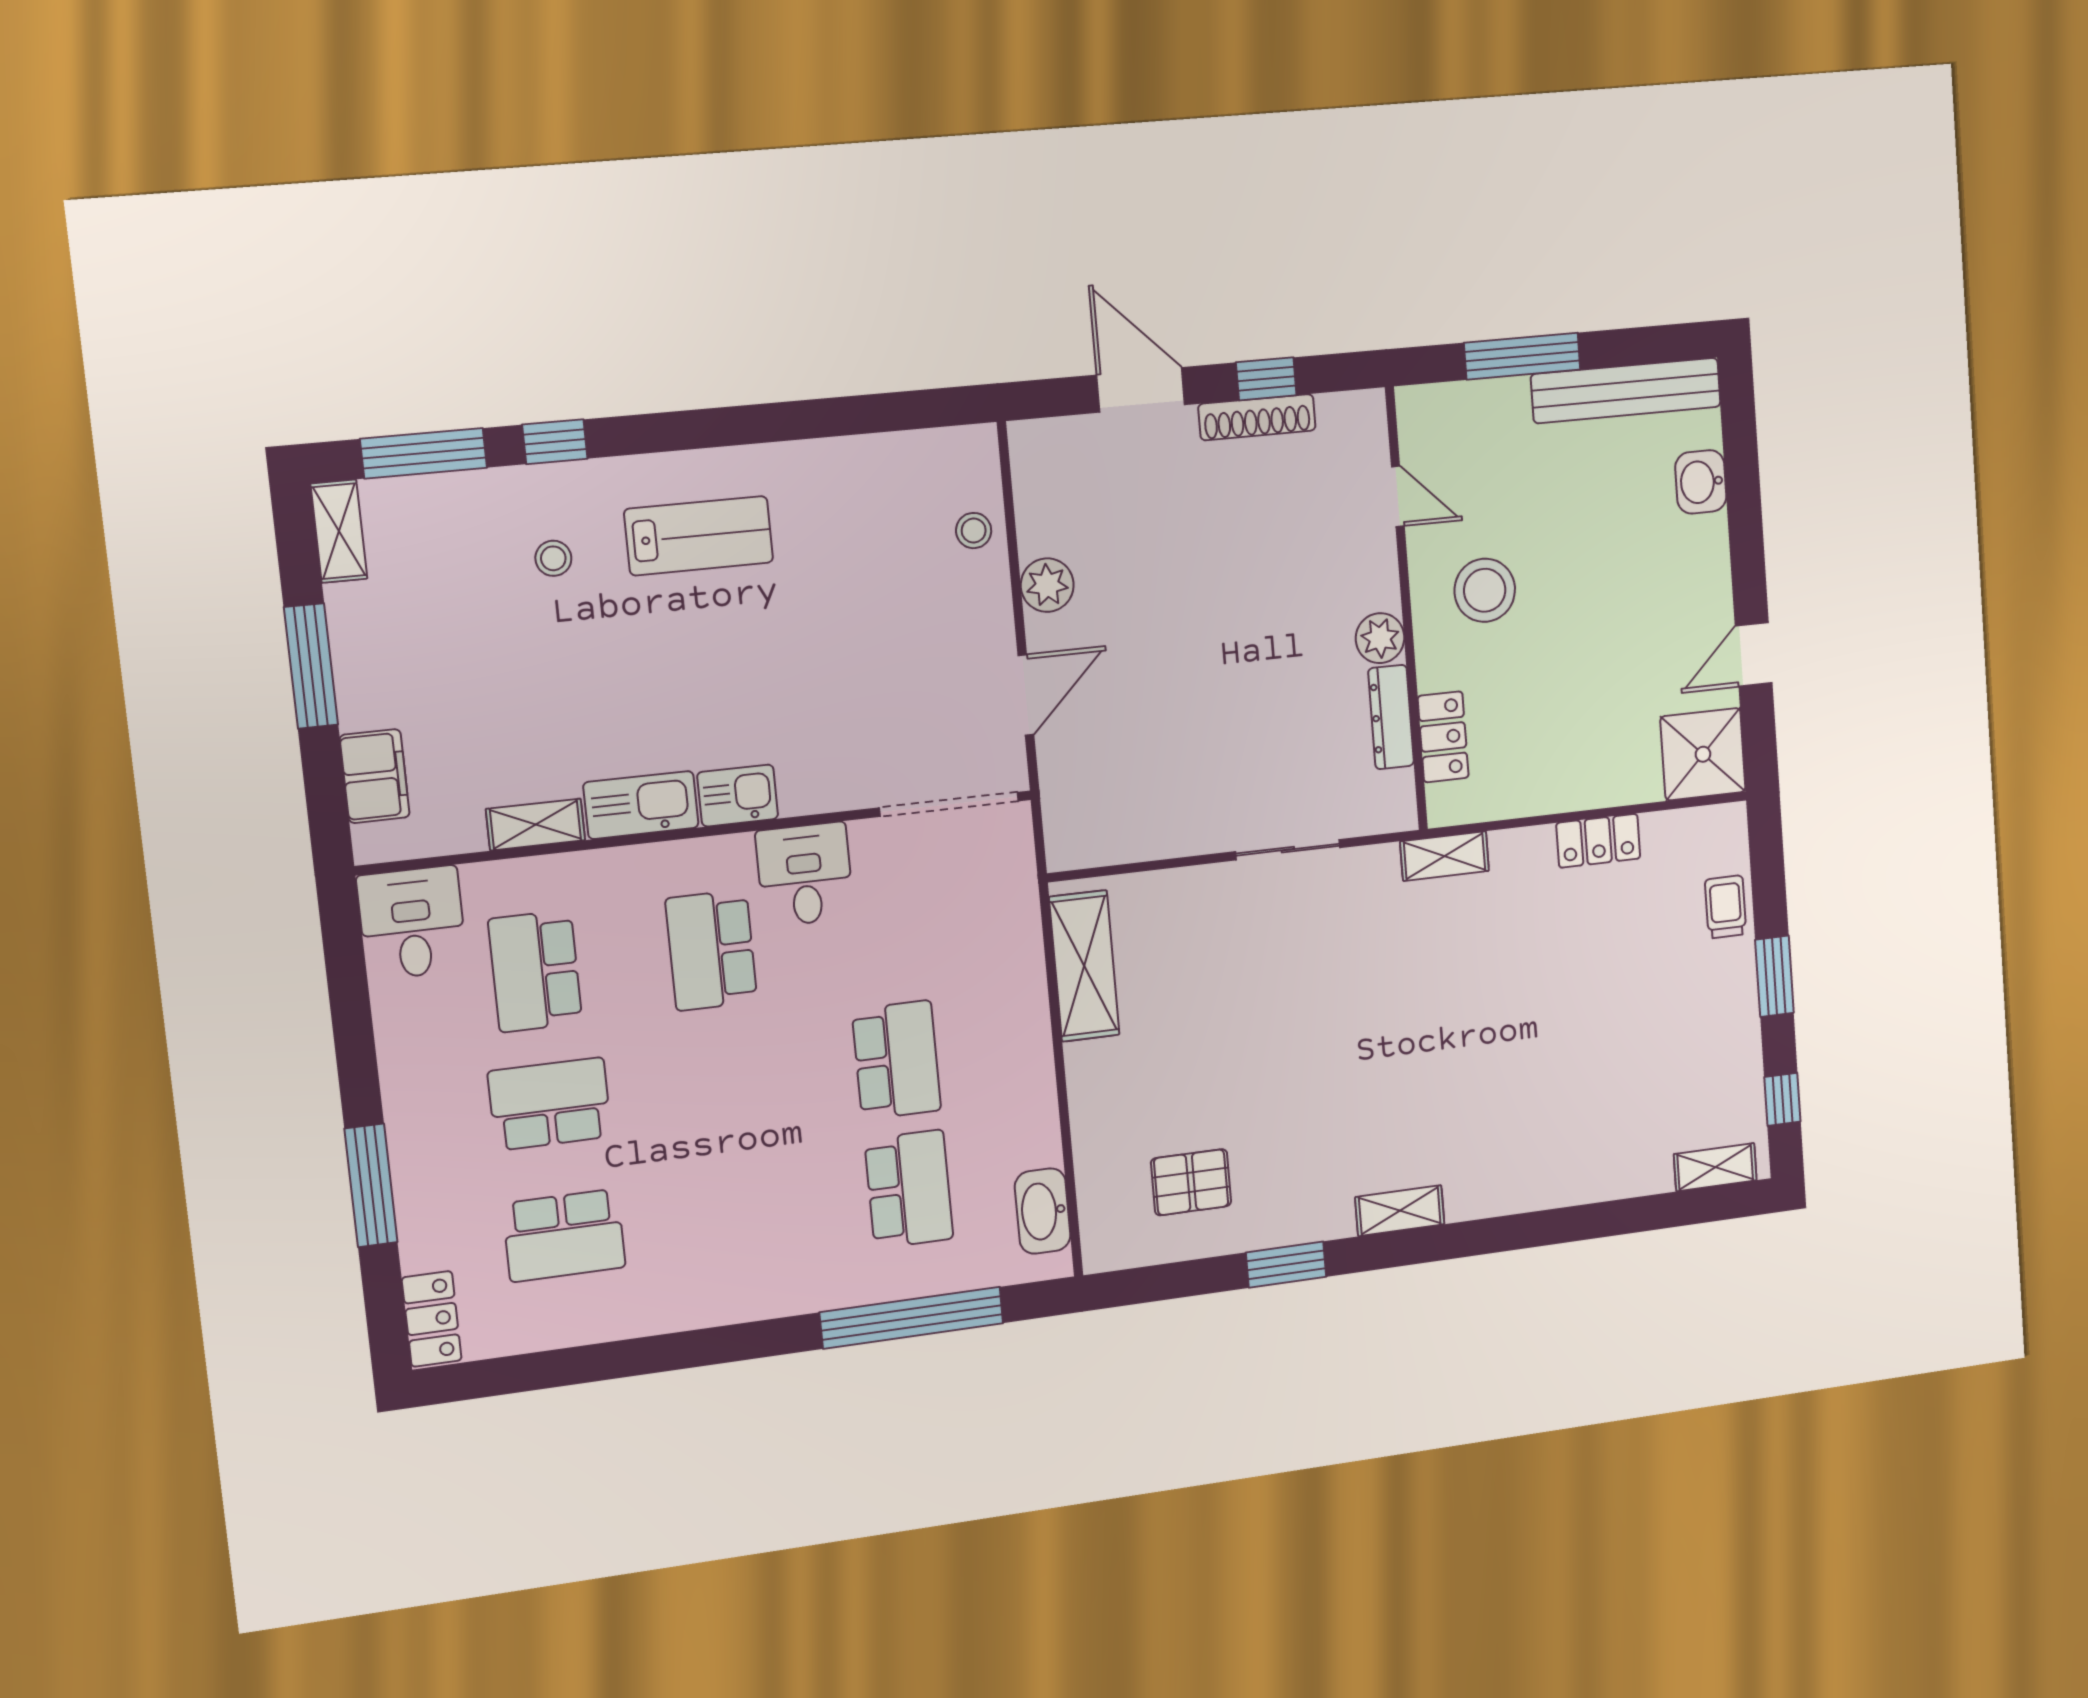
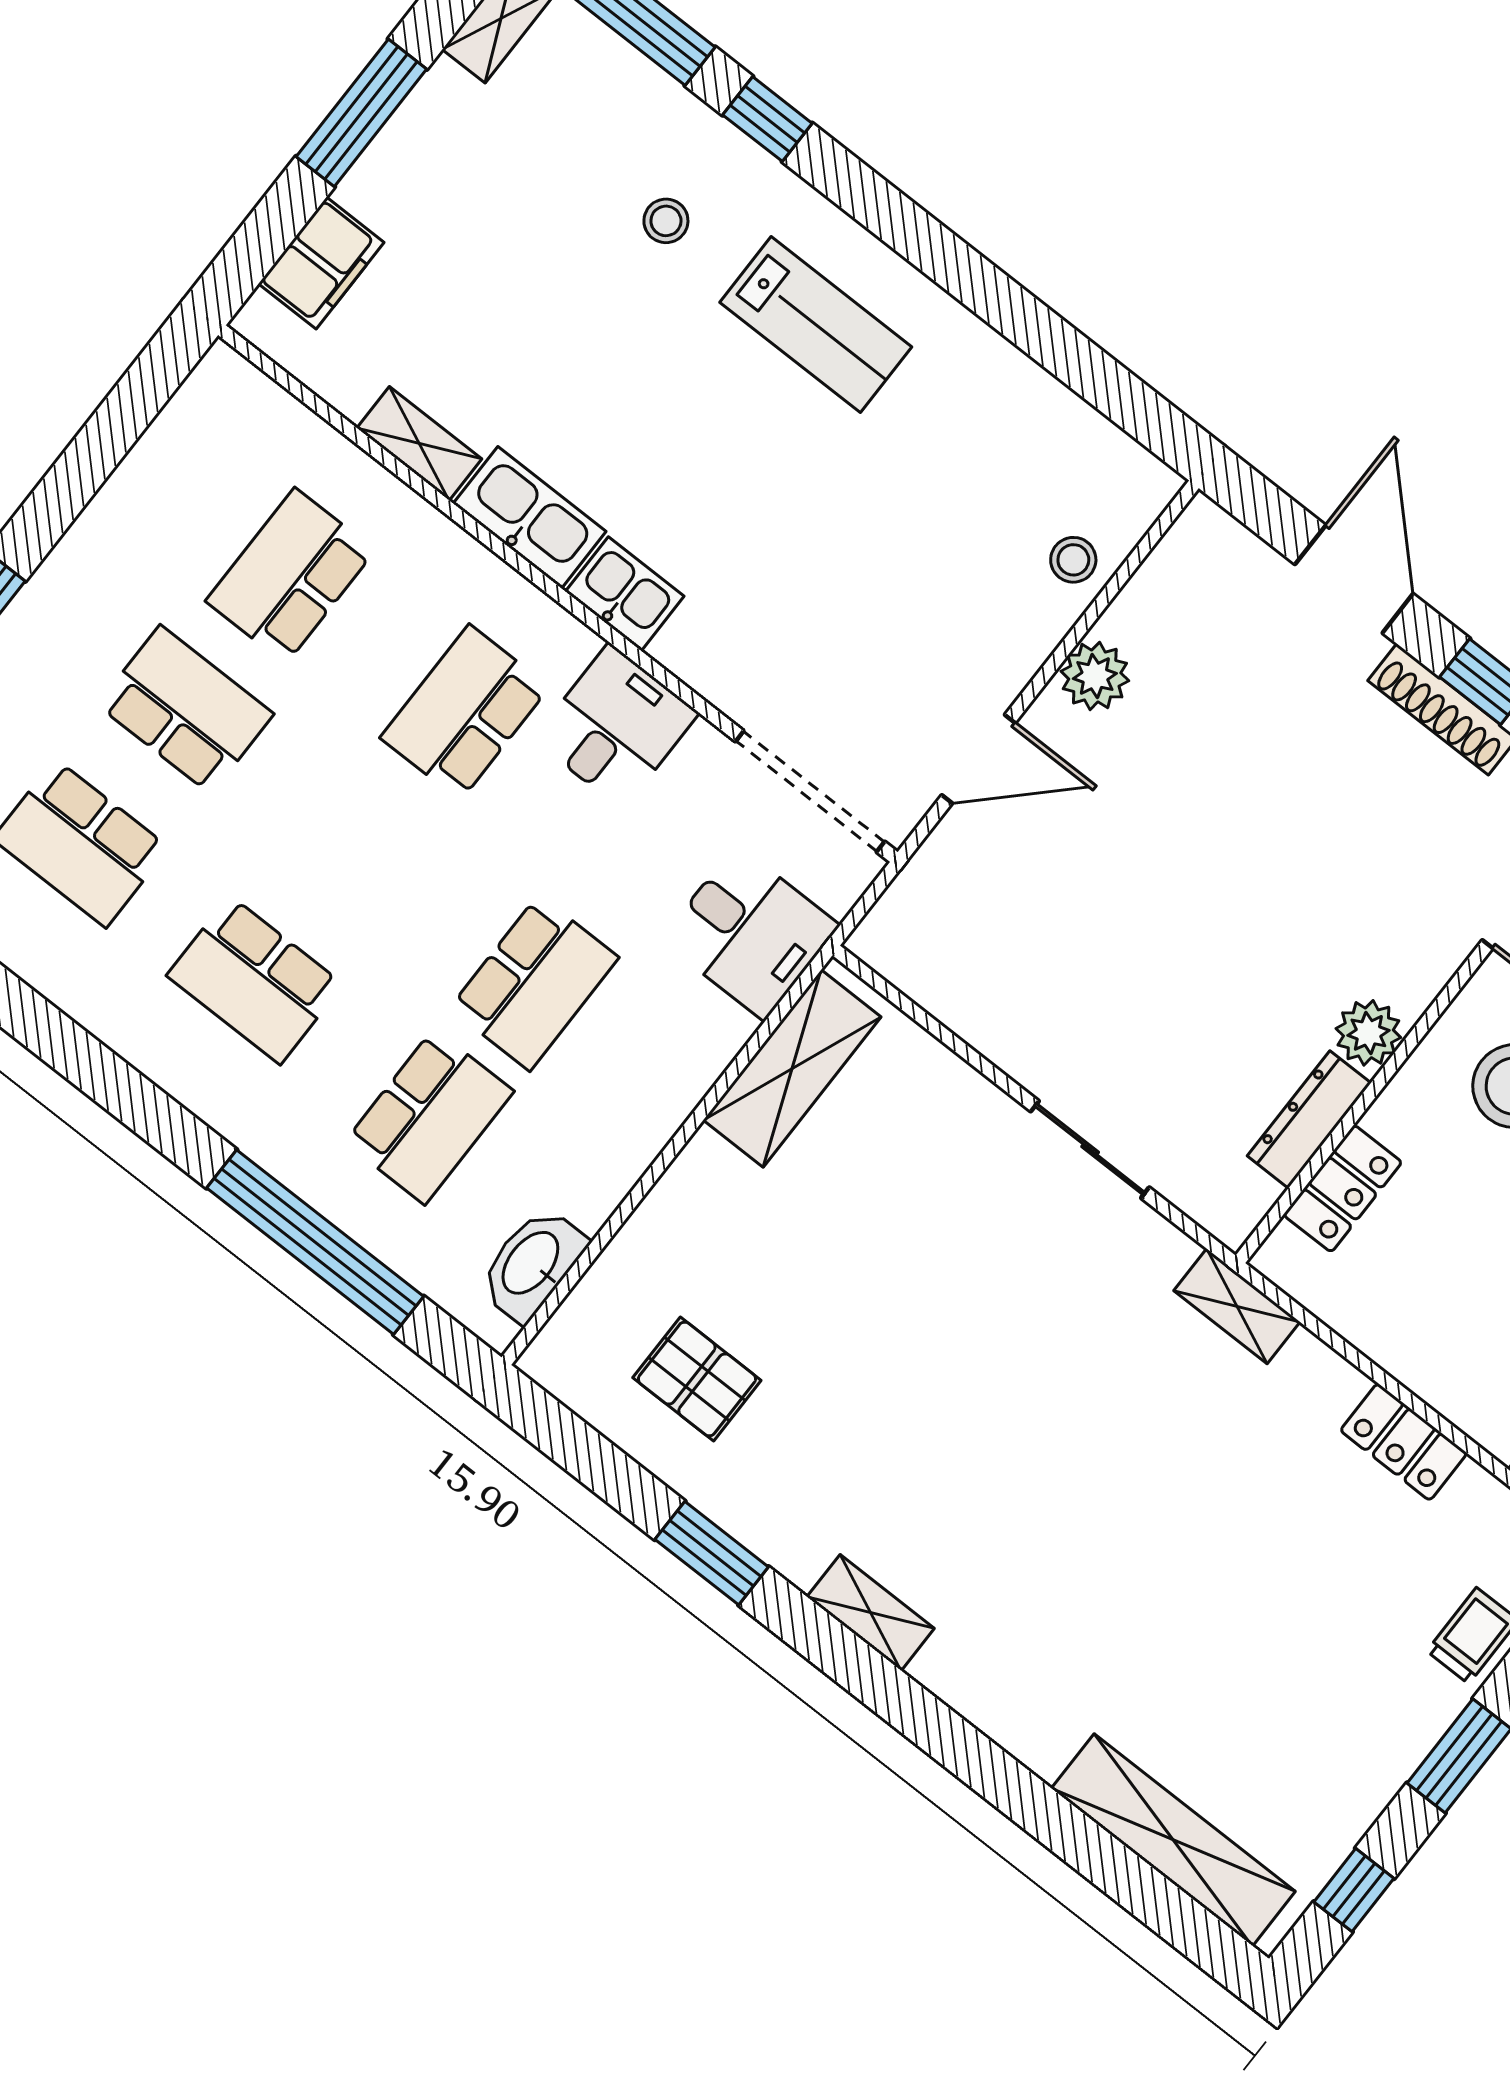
desk: (412, 923) -> (750, 933), moved, turned 90
shelving: (1715, 1167) -> (1173, 1840), width x2.20, depth x1.33
school desk: (738, 1212) -> (255, 980), added

